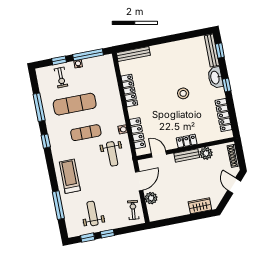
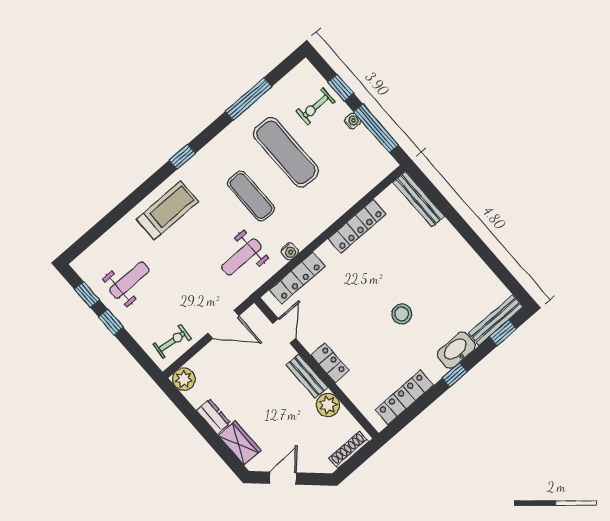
window: (46, 141) -> (182, 157), moved
door: (234, 186) -> (283, 478), moved
plant: (151, 198) -> (184, 379), moved
window: (58, 205) -> (111, 219), removed
dresser: (180, 211) -> (213, 416), added

